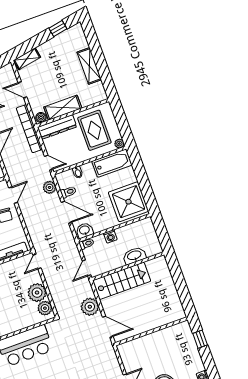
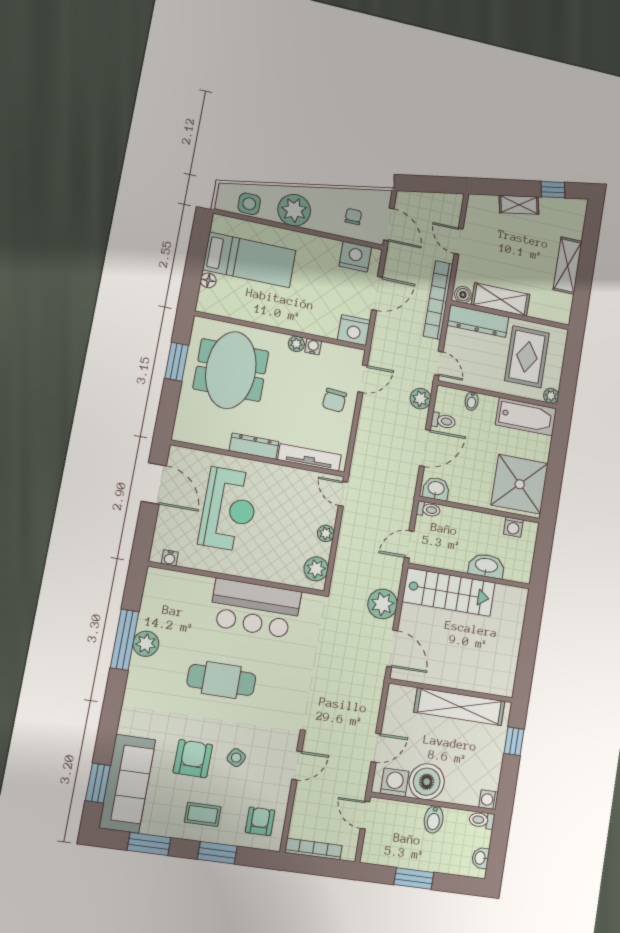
shelving: (27, 59) -> (519, 205), moved
door: (66, 212) -> (425, 448), hinge flipped
washing machine: (110, 236) -> (513, 527), moved
door: (37, 261) -> (343, 494), hinge flipped
plant: (37, 293) -> (326, 533), width x0.53, depth x0.53
shelving: (161, 337) -> (460, 707), added

